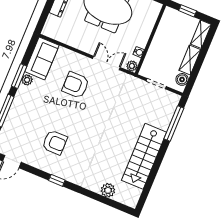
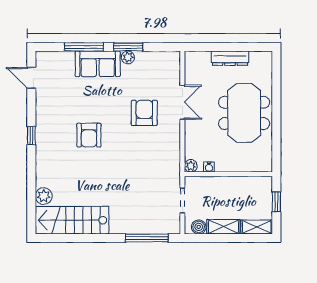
sofa: (42, 58) -> (98, 64), moved
double door: (106, 63) -> (182, 102), moved
armchair: (55, 142) -> (89, 135), moved
stairs: (144, 156) -> (72, 220), moved

